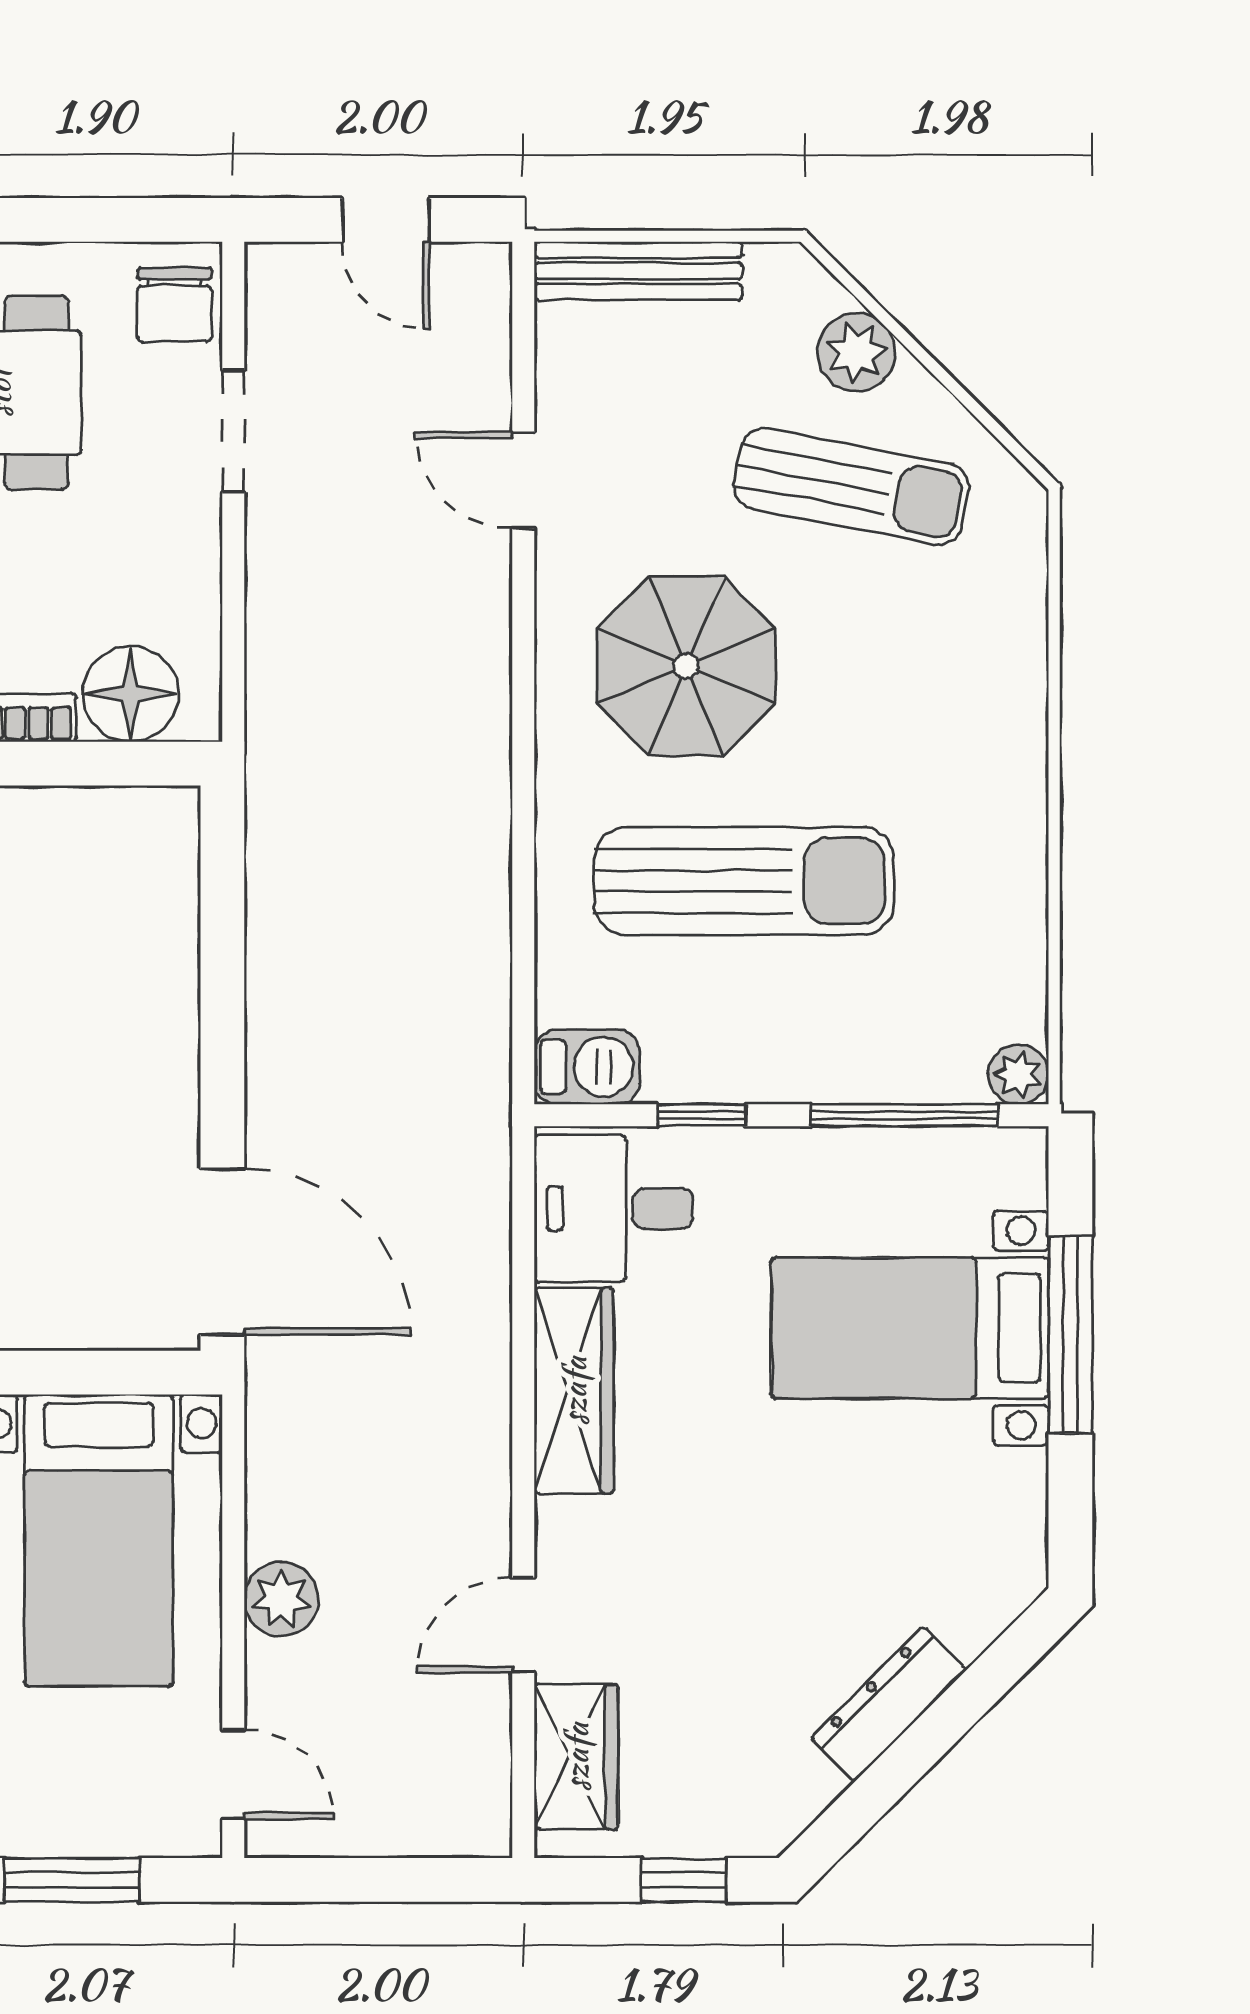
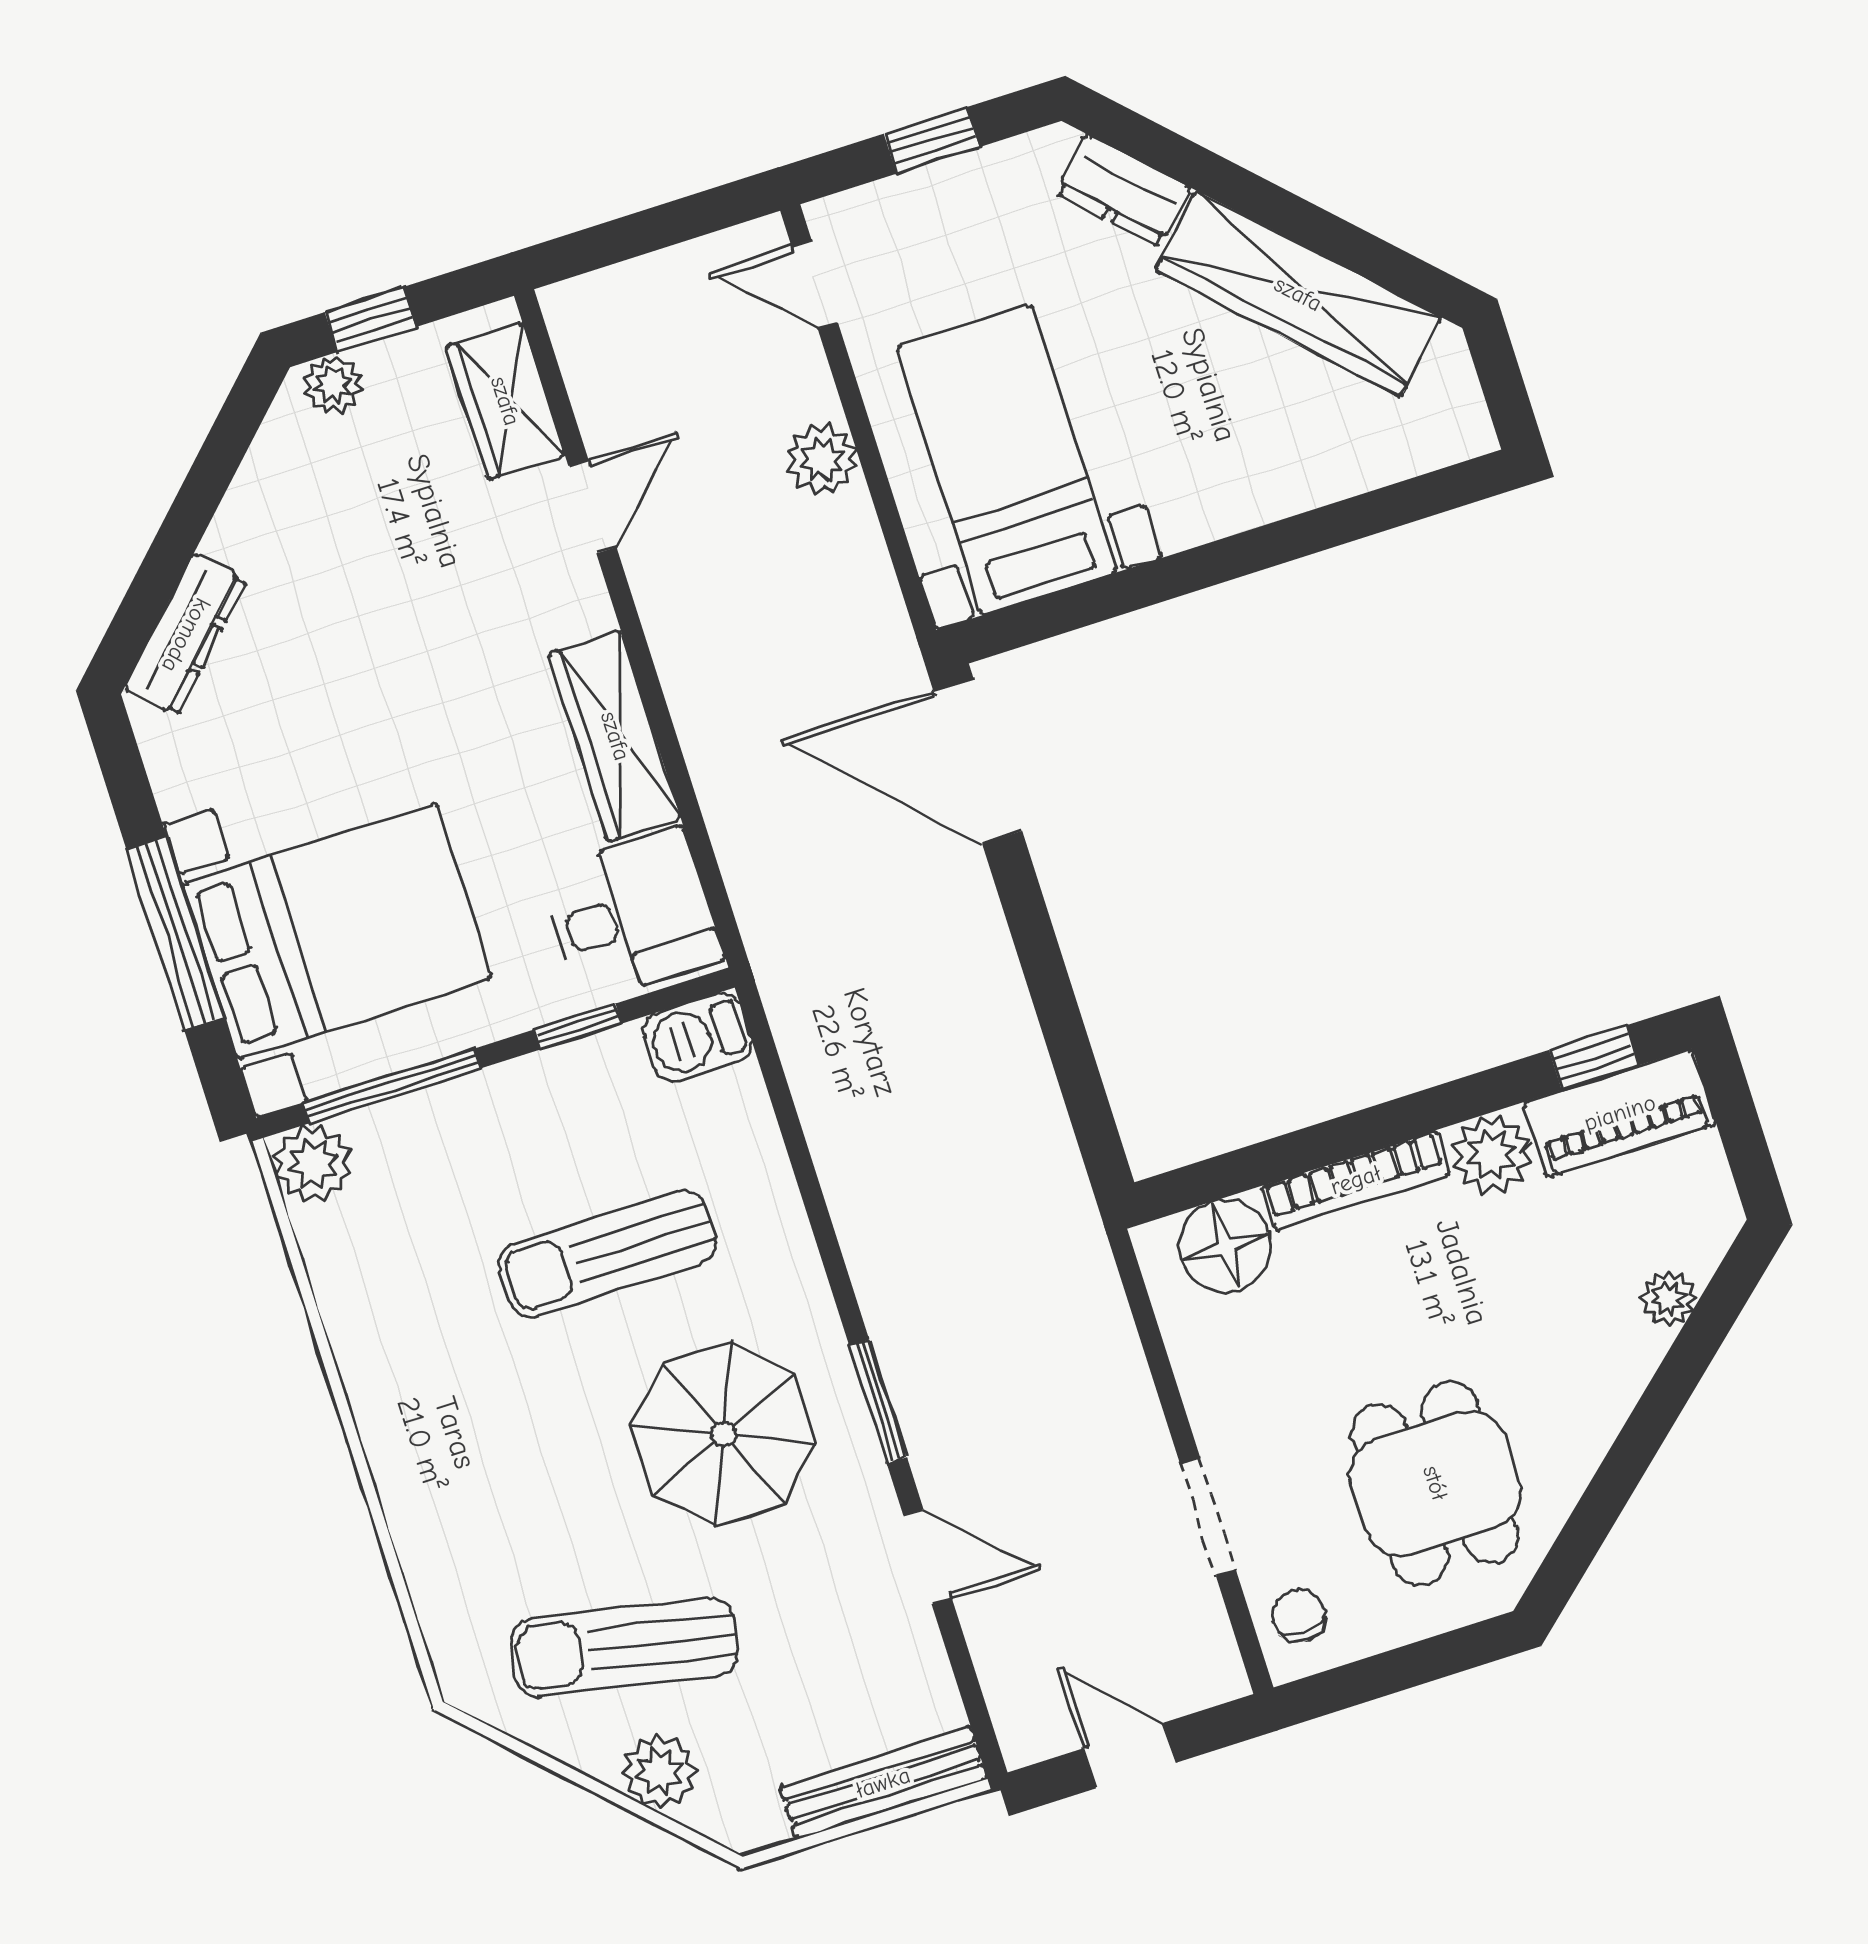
chair: (175, 305) -> (1299, 1616), width x0.73, depth x0.73
window: (523, 649) -> (878, 1402), added
sun lounger: (744, 881) -> (608, 1254), width x0.73, depth x0.75
plant: (1018, 1074) -> (313, 1164), width x1.38, depth x1.38
bed with nightstands: (910, 1328) -> (337, 931), width x1.36
dresser: (888, 1704) -> (186, 635), moved
plant: (741, 1827) -> (333, 385), added
window: (72, 1880) -> (932, 140), width x0.67

